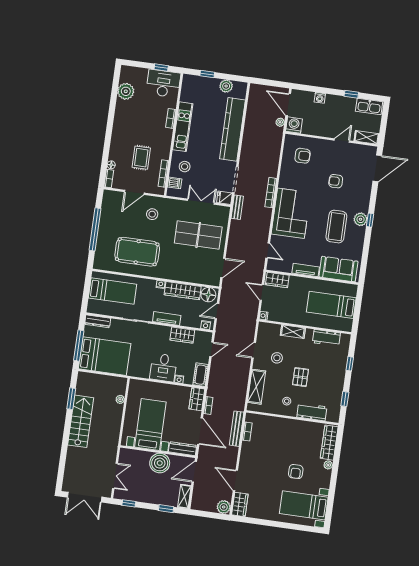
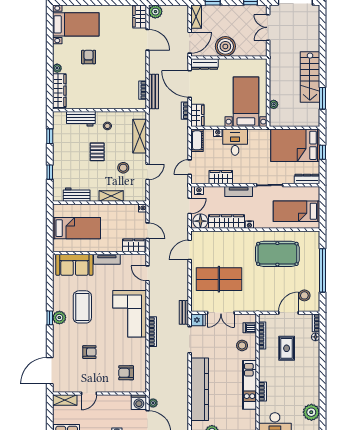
stool: (152, 214) -> (304, 295), moved
window: (79, 346) -> (323, 152), width x0.46
bed with nightstands: (150, 425) -> (246, 102), moved, turned 180

